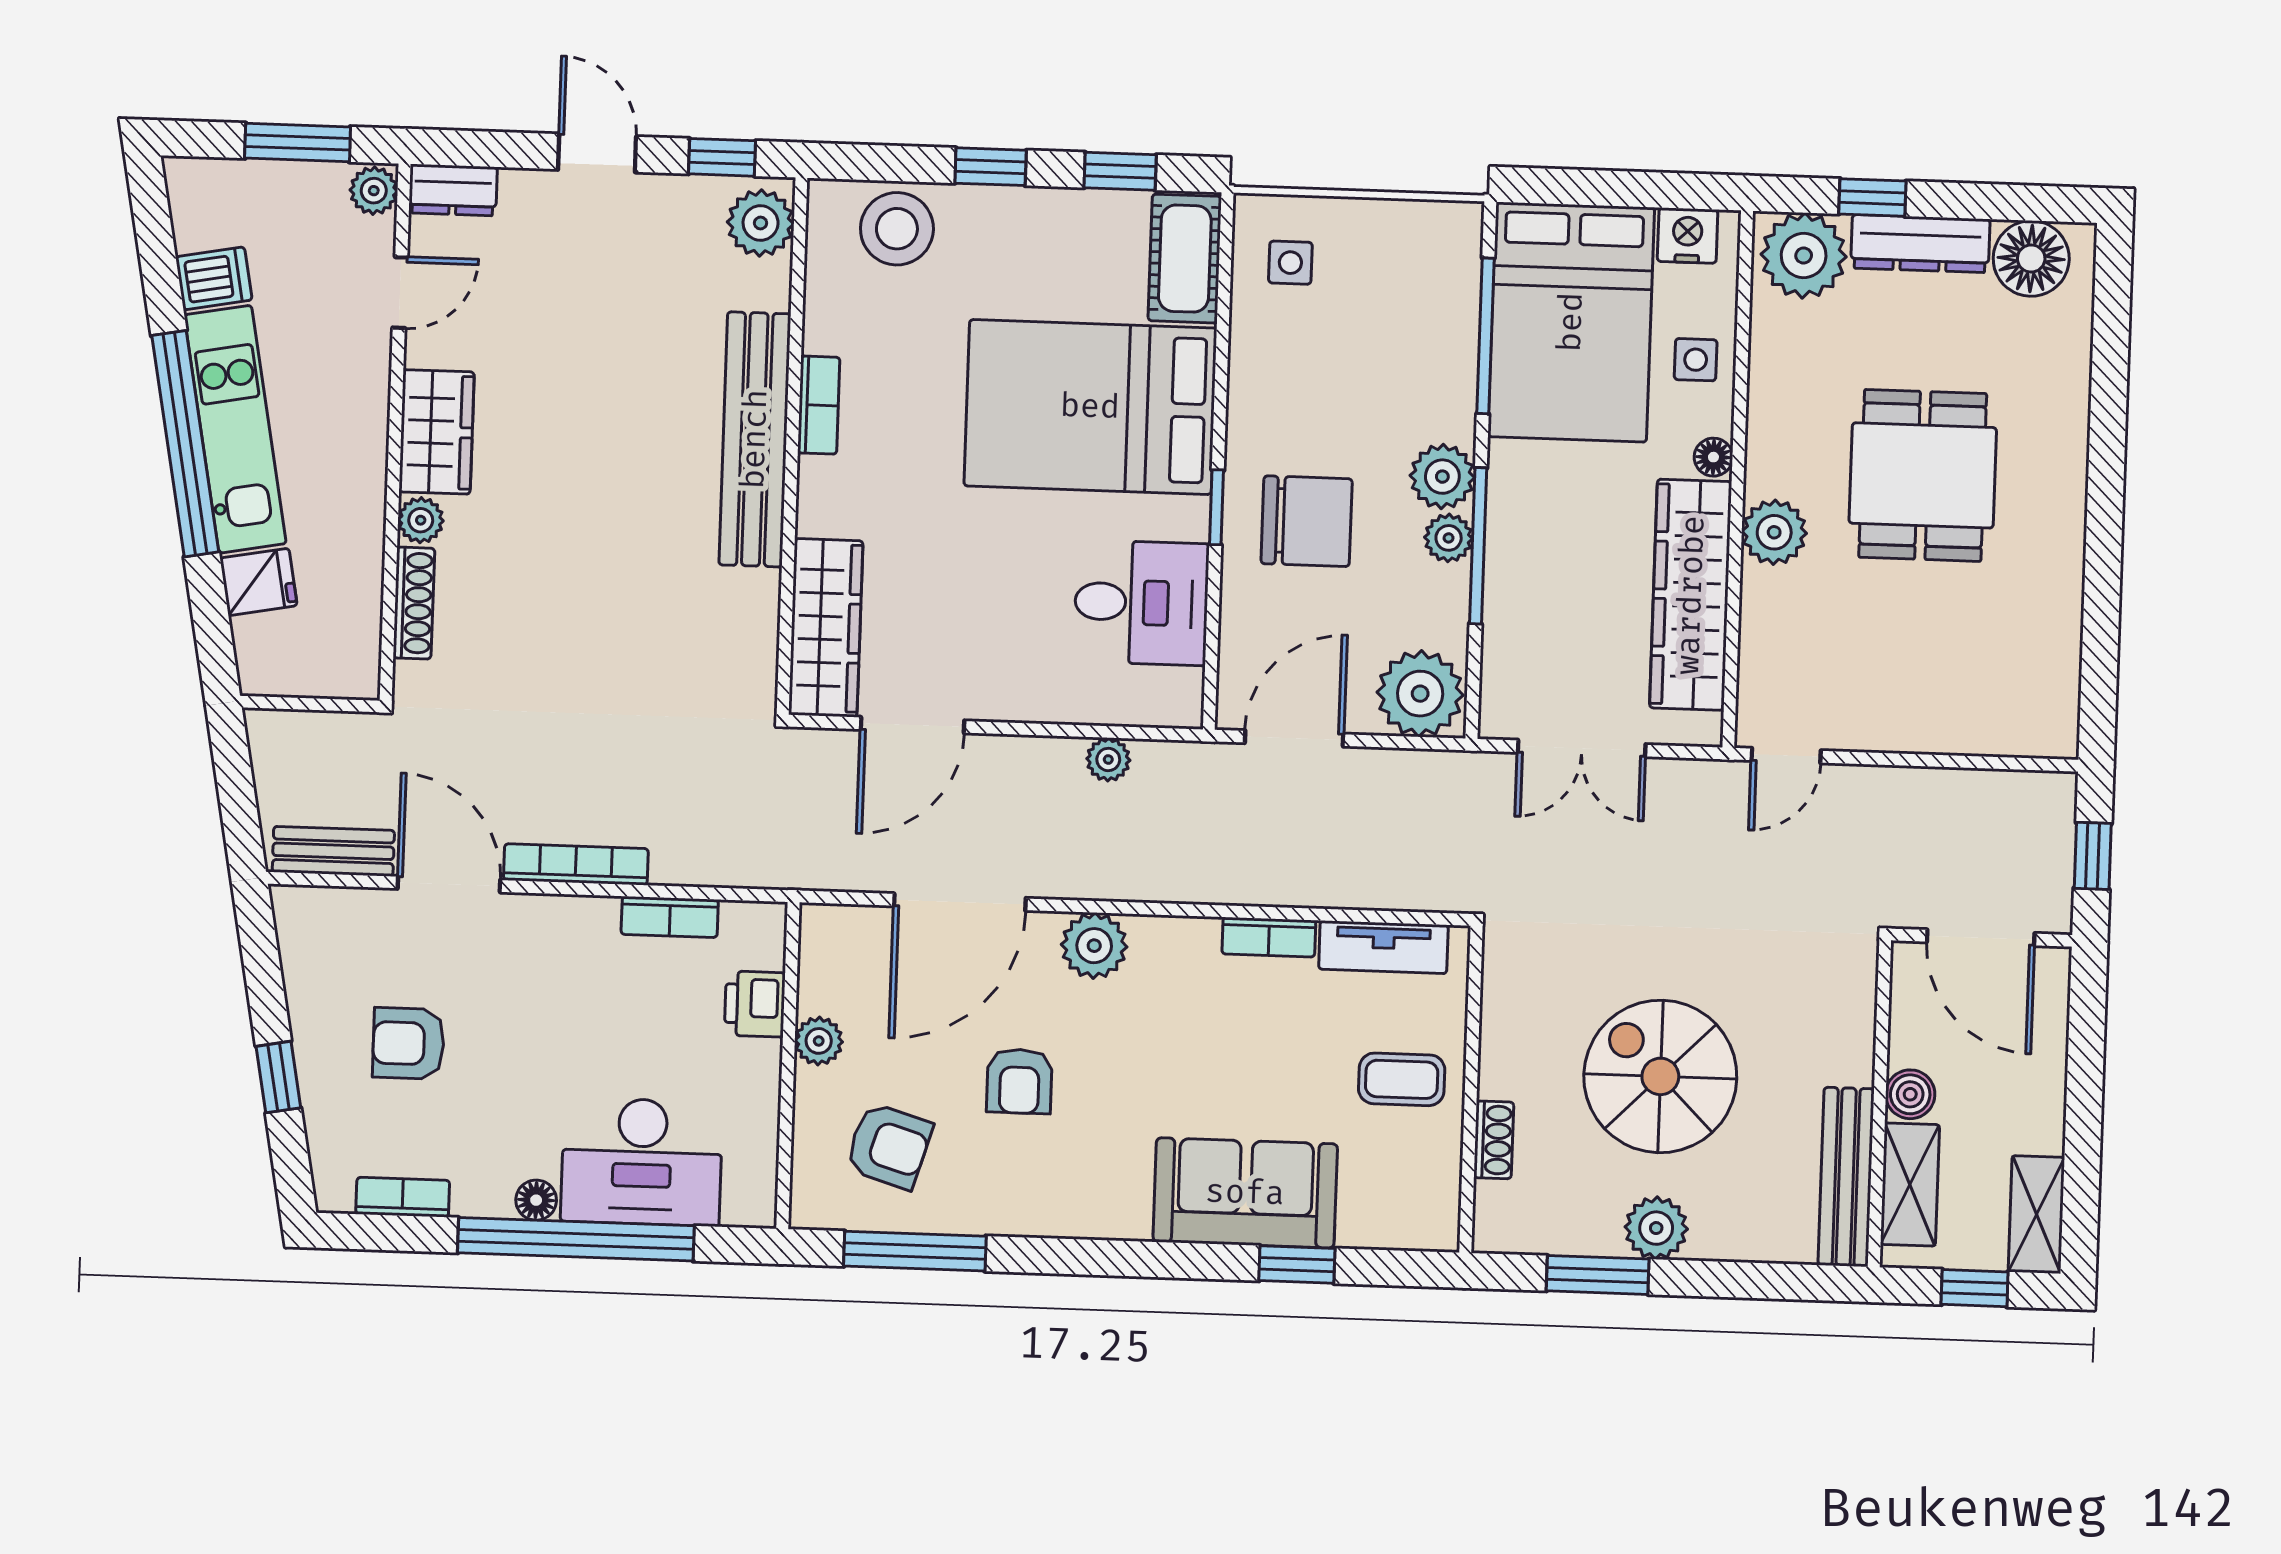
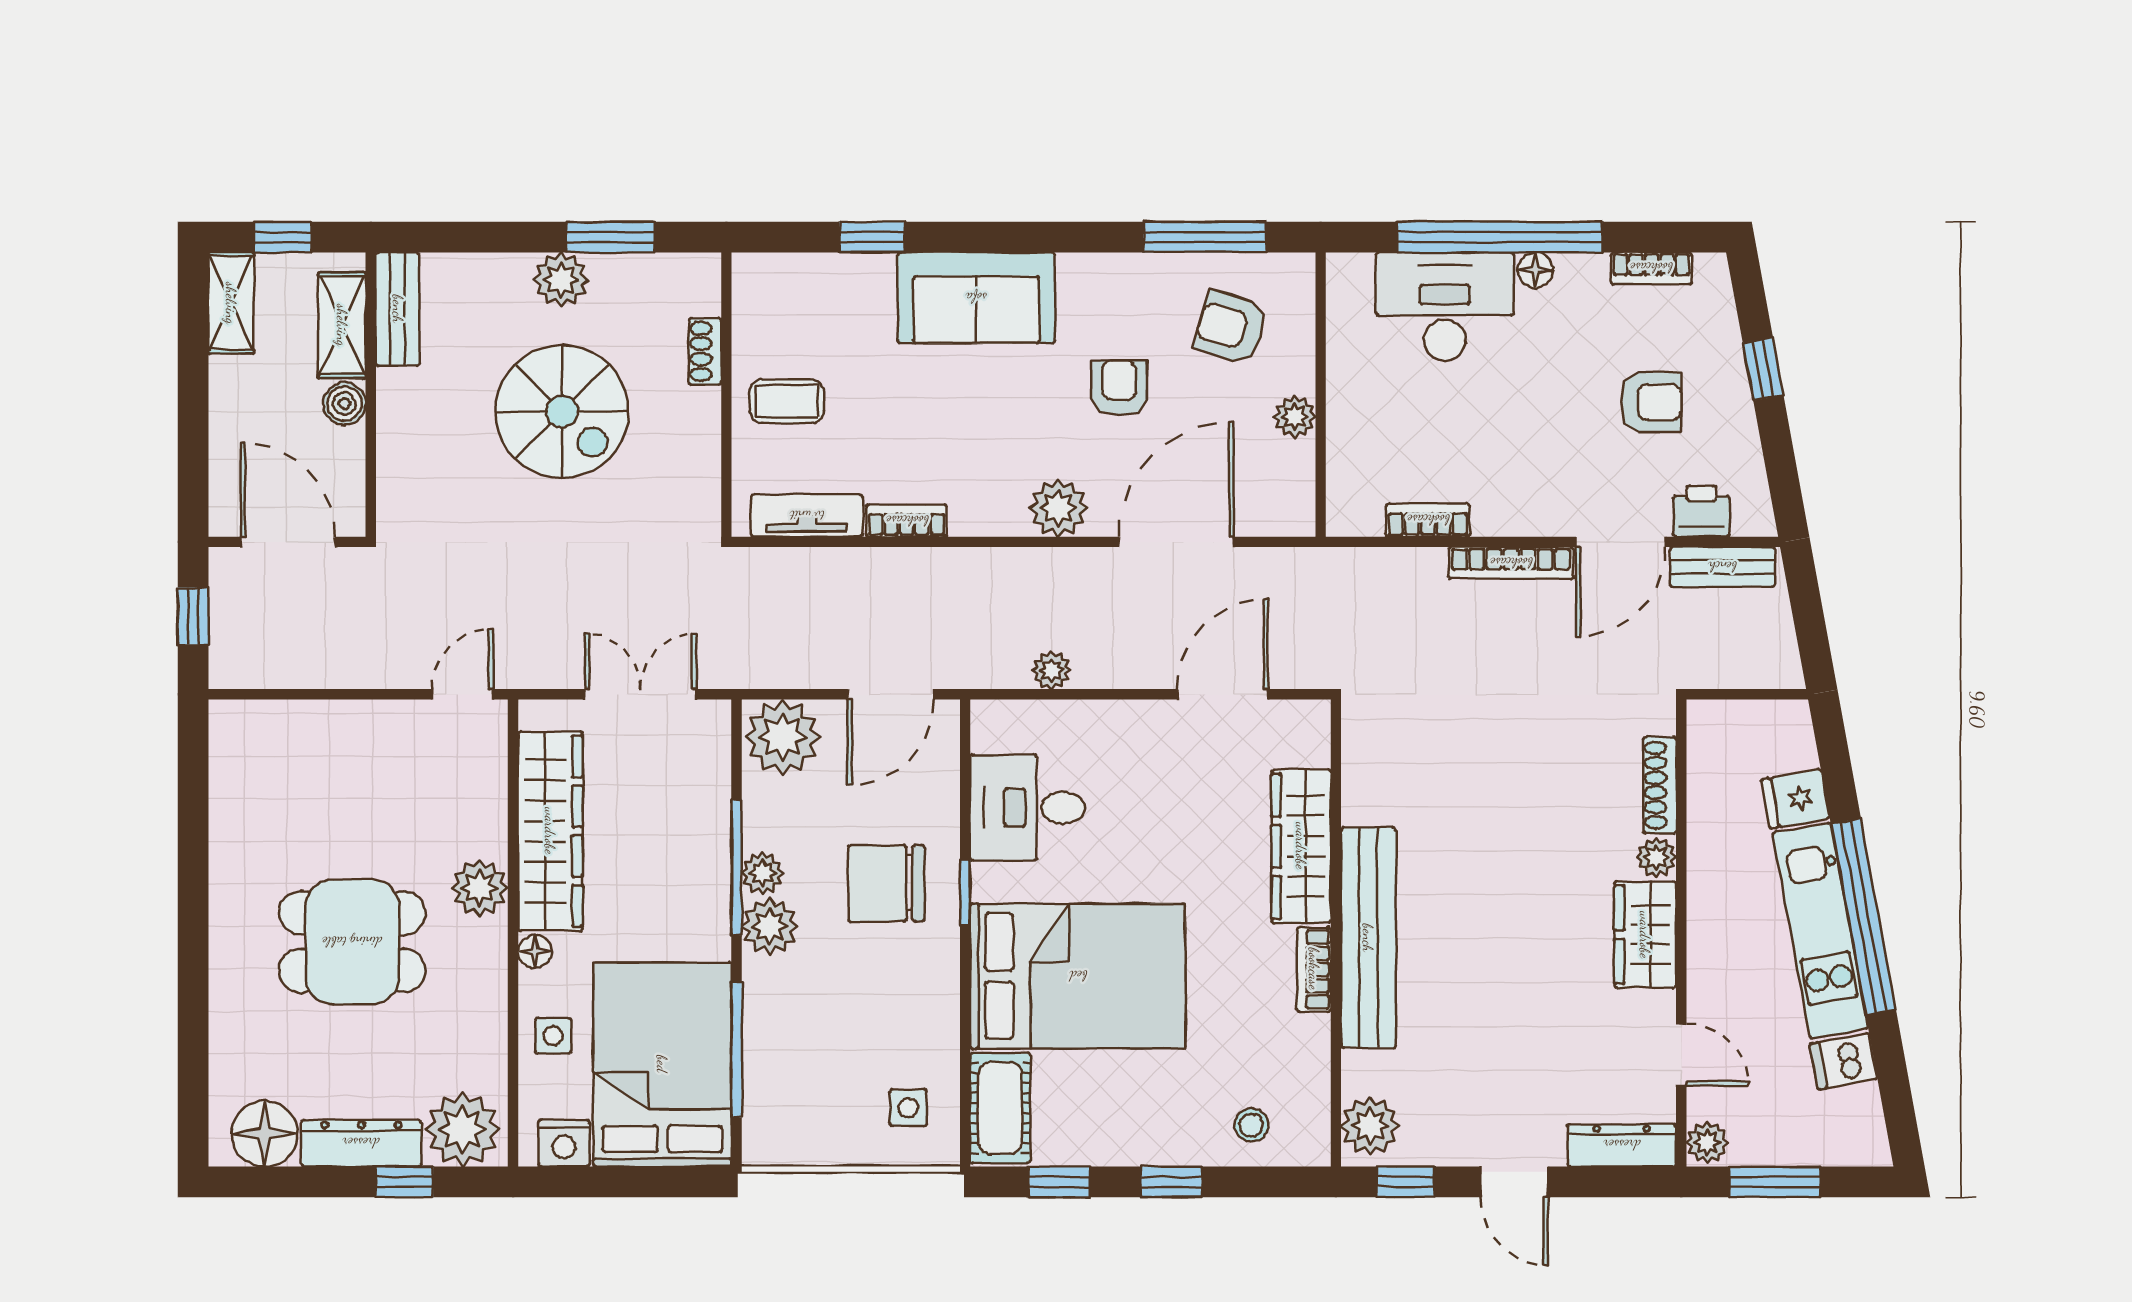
dresser: (453, 190) -> (1622, 1145), width x1.44
stool: (897, 229) -> (1251, 1125), width x0.53, depth x0.53
door: (400, 293) -> (1681, 1055), swing flipped
dining table: (1923, 475) -> (352, 942), turned 90
wardrobe: (826, 628) -> (1301, 846), moved
door: (449, 884) -> (1621, 542), hinge flipped
printer: (755, 1004) -> (1701, 511), moved, turned -90
bench: (1846, 1177) -> (398, 309), width x0.73
sofa: (1245, 1193) -> (976, 298), moved

